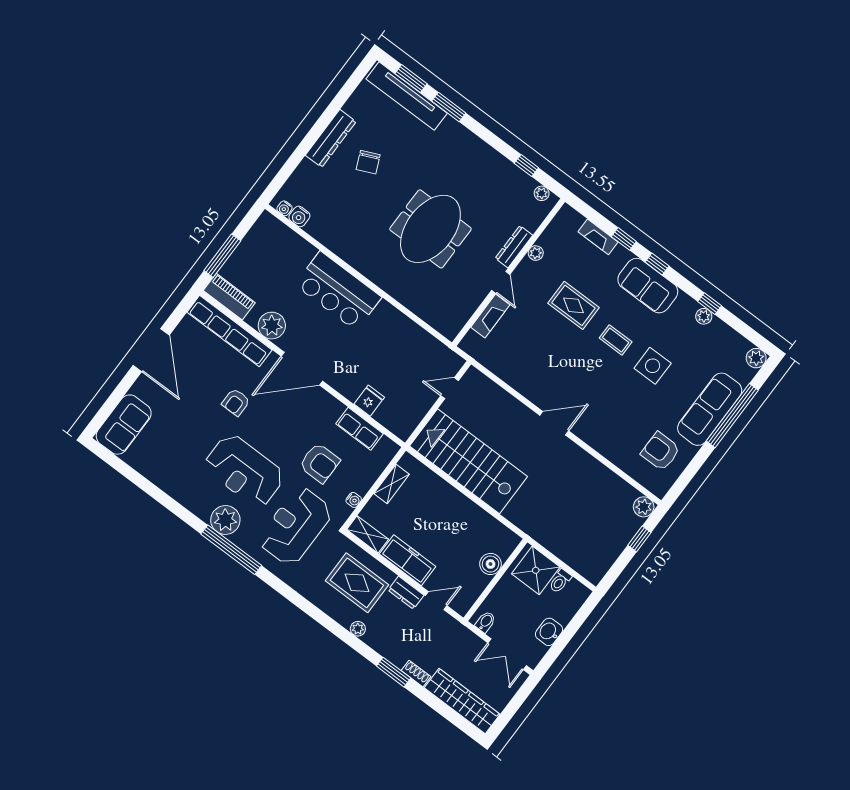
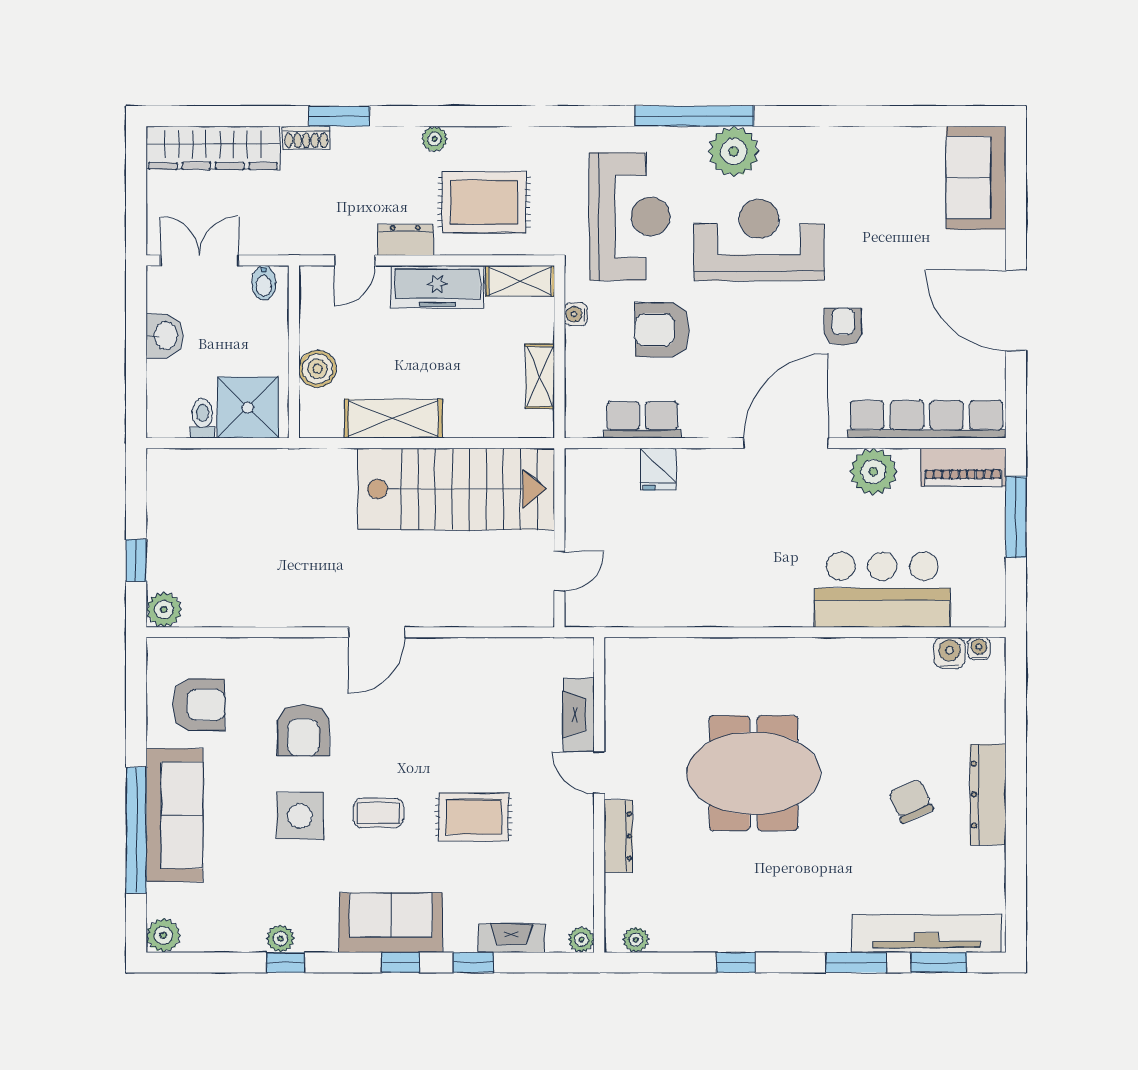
window: (526, 166) -> (736, 963), moved
meeting table: (430, 229) -> (754, 773), turned 90
plant: (536, 253) -> (581, 940), moved
bar counter: (338, 291) -> (882, 590), moved
armchair: (622, 404) -> (303, 730), added
shelving: (473, 515) -> (393, 418), added

